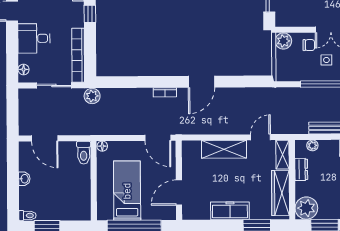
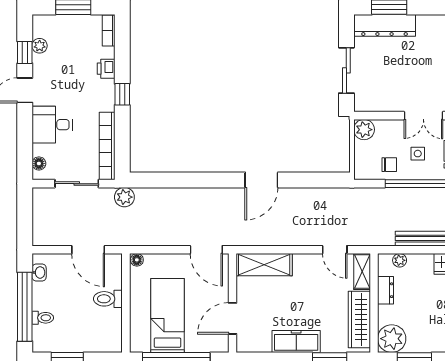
chair: (309, 45) -> (389, 165), moved
bookcase: (165, 92) -> (216, 193), removed
door: (260, 137) -> (335, 250), swing flipped
door: (45, 138) -> (88, 250), moved
shelving: (224, 149) -> (264, 265), moved
toilet: (84, 153) -> (108, 299), moved, turned 90
washbasin: (24, 179) -> (39, 272), moved
window: (13, 184) -> (25, 307), added
toilet: (27, 216) -> (43, 318), moved

